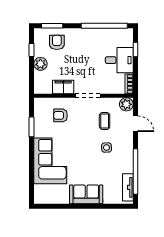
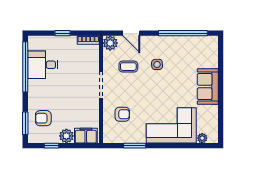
window: (135, 49) -> (62, 33), moved
desk: (119, 60) -> (43, 65), moved, turned -90
filing cabinet: (63, 87) -> (86, 136), moved, turned 90
armchair: (61, 115) -> (122, 114), turned -90
door: (135, 124) -> (131, 33), swing flipped
tv unit: (128, 187) -> (200, 41), removed
plant: (38, 189) -> (202, 138), added

